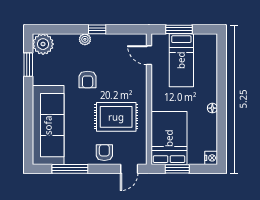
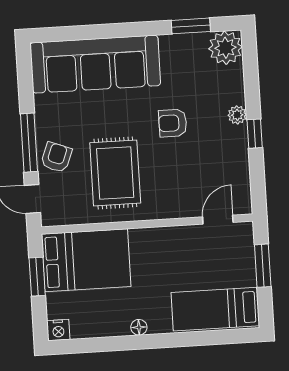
bed: (181, 60) -> (215, 309), moved
armchair: (104, 153) -> (56, 157), turned -69
window: (70, 169) -> (29, 143), moved

